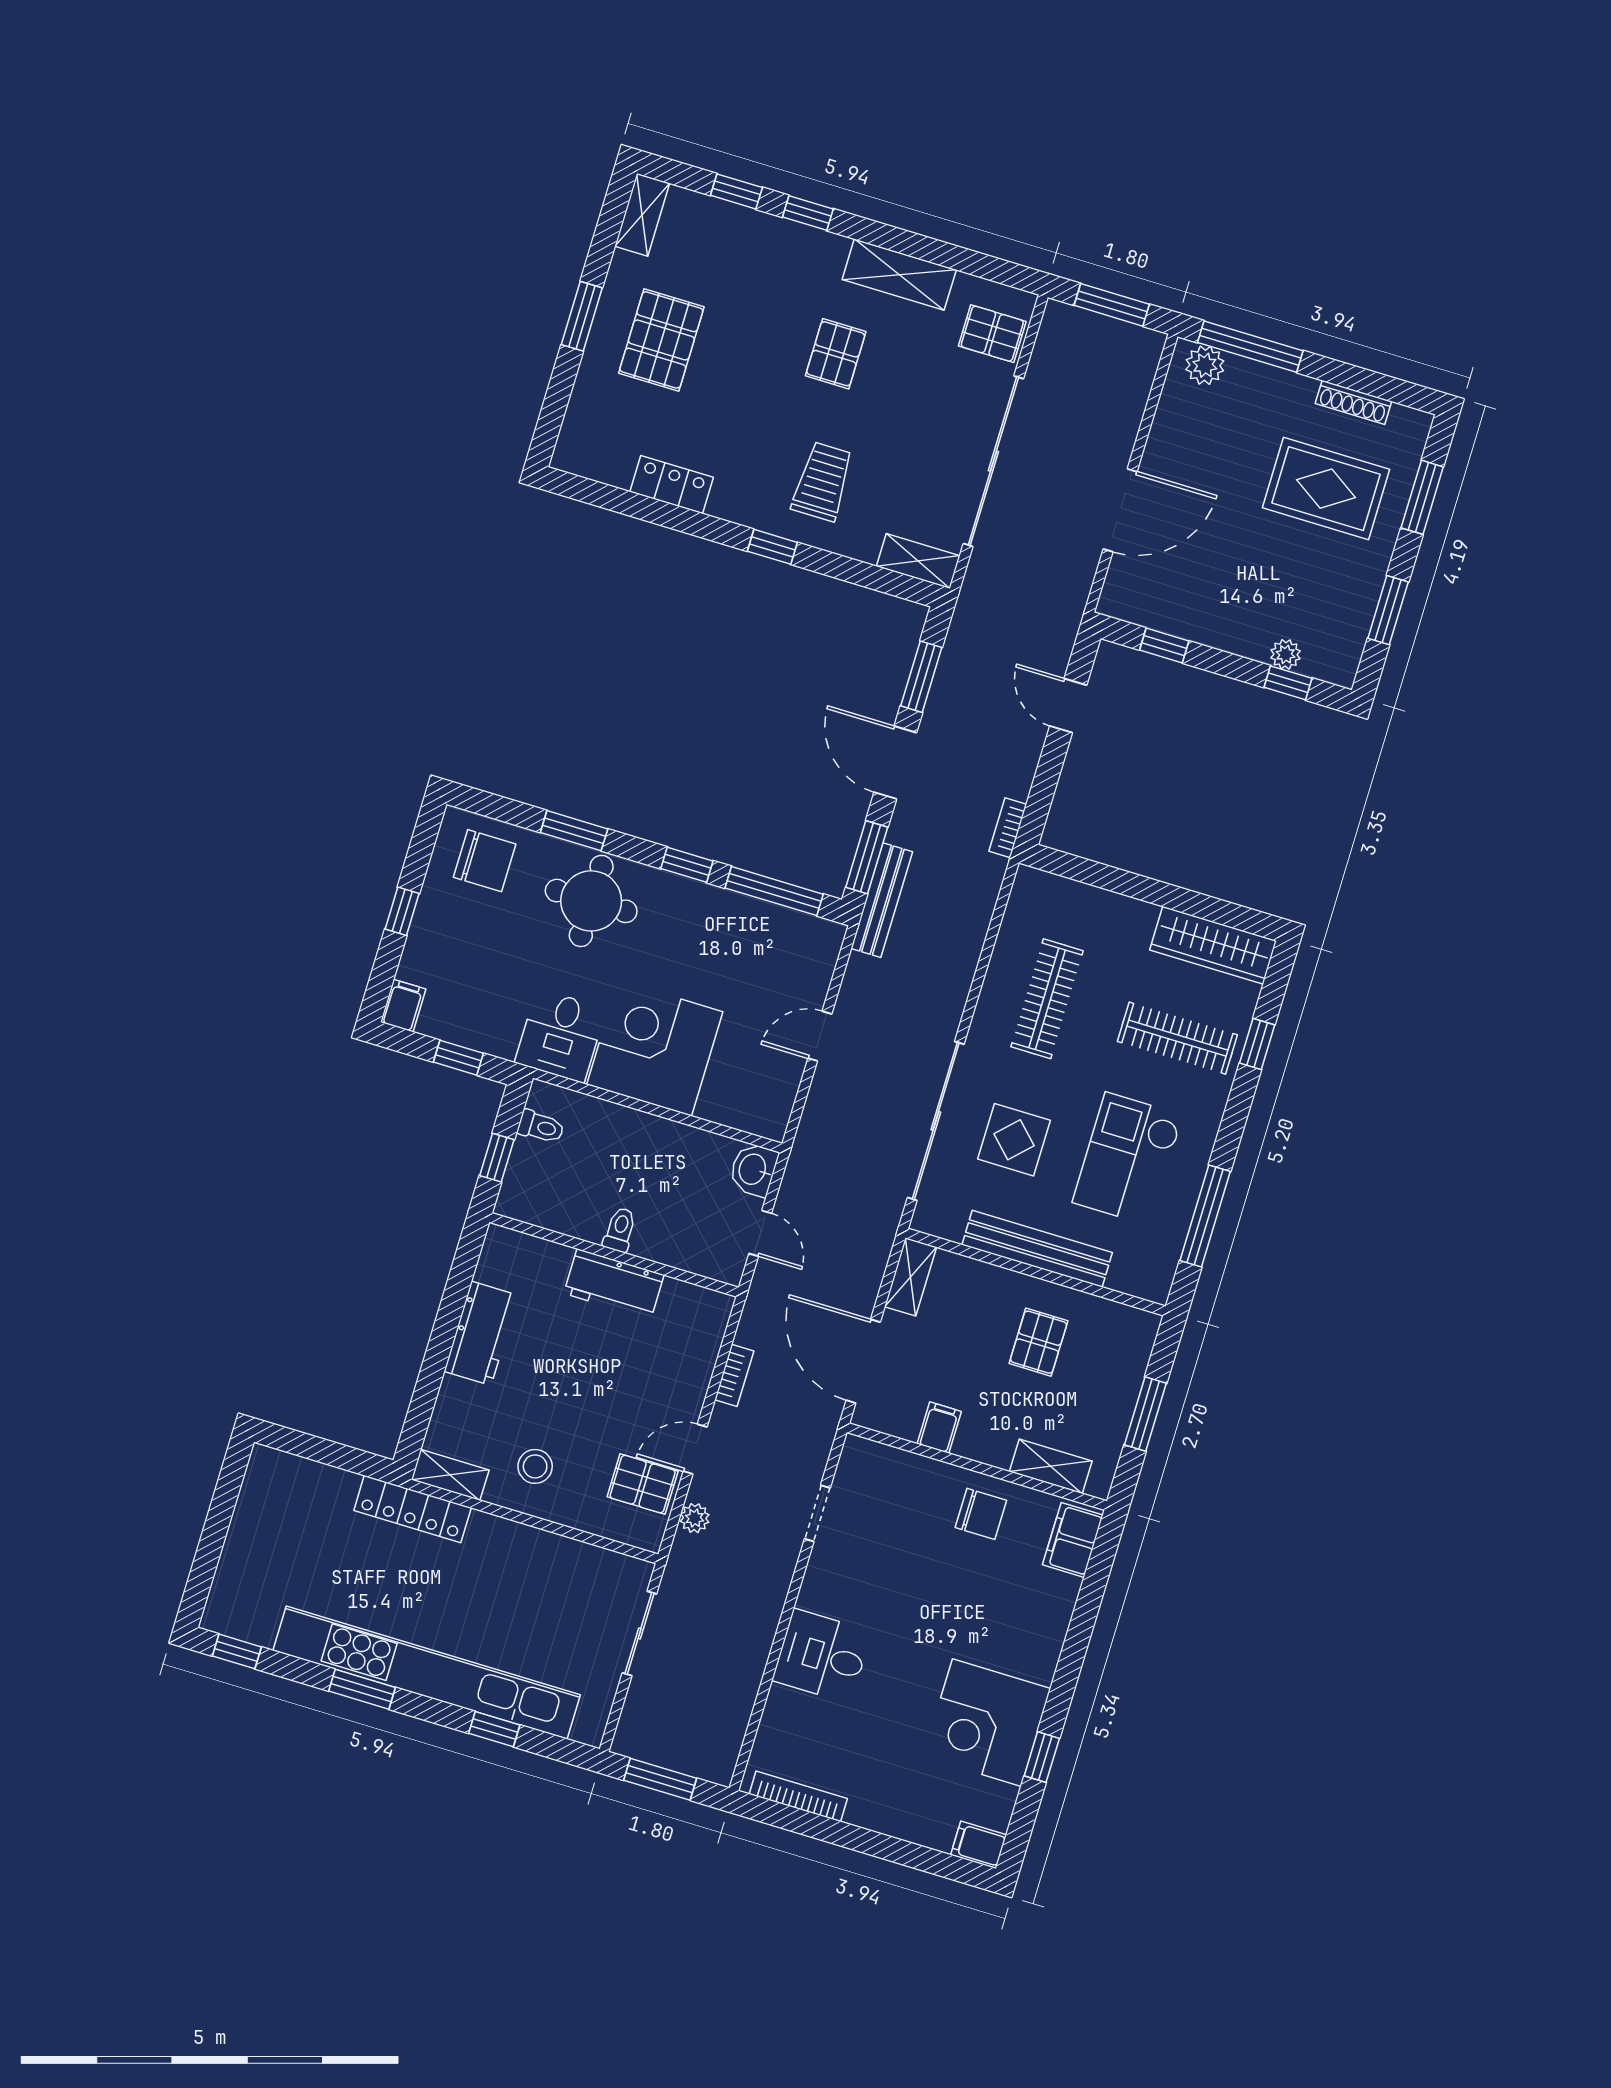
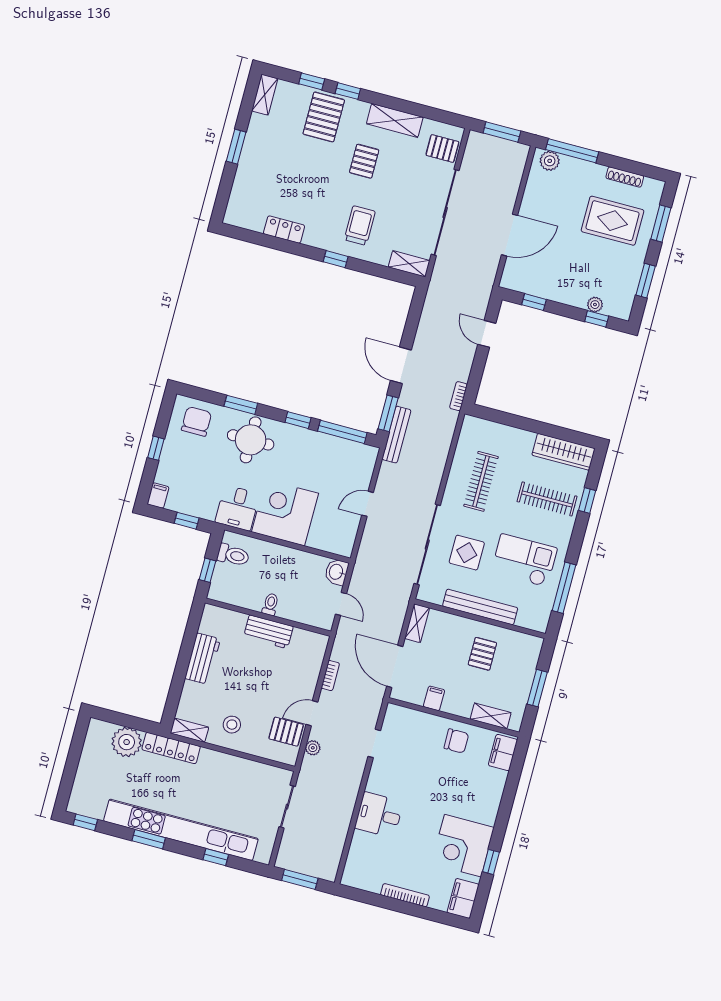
pallet: (661, 340) -> (324, 117), moved
window: (921, 677) -> (413, 322), removed
chair: (485, 861) -> (197, 421), turned -90
toilet: (541, 1127) -> (233, 555), width x1.37, depth x1.39
checkout: (1128, 1159) -> (524, 560), turned 90
plant: (324, 1494) -> (127, 742), added
bookcase: (798, 1796) -> (405, 895), moved
filing cabinet: (979, 1845) -> (463, 898), width x2.00

